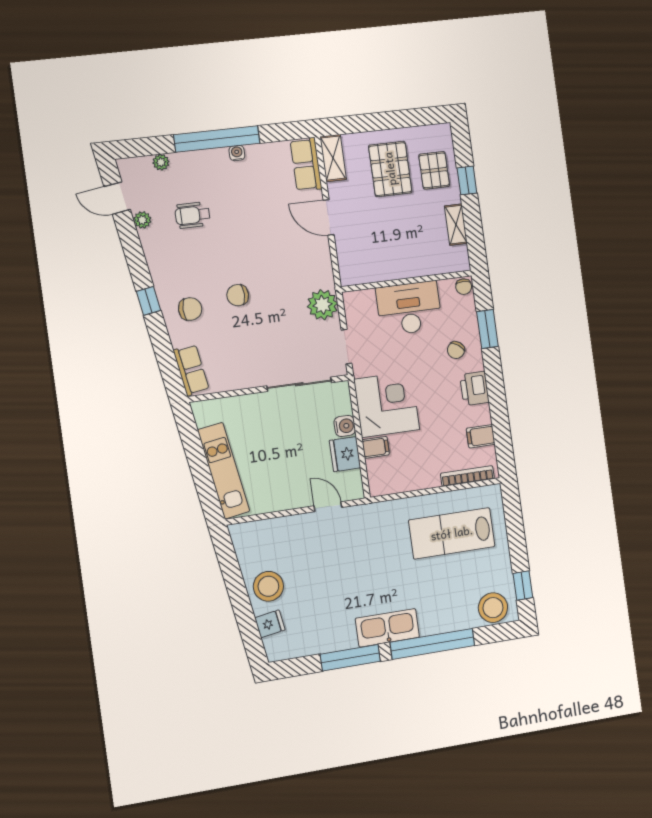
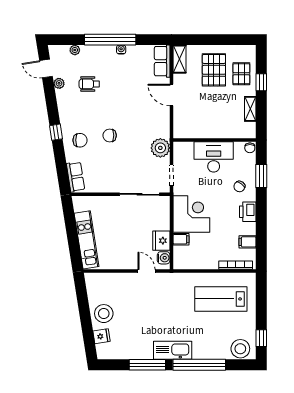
water cooler: (345, 426) -> (164, 258), moved

